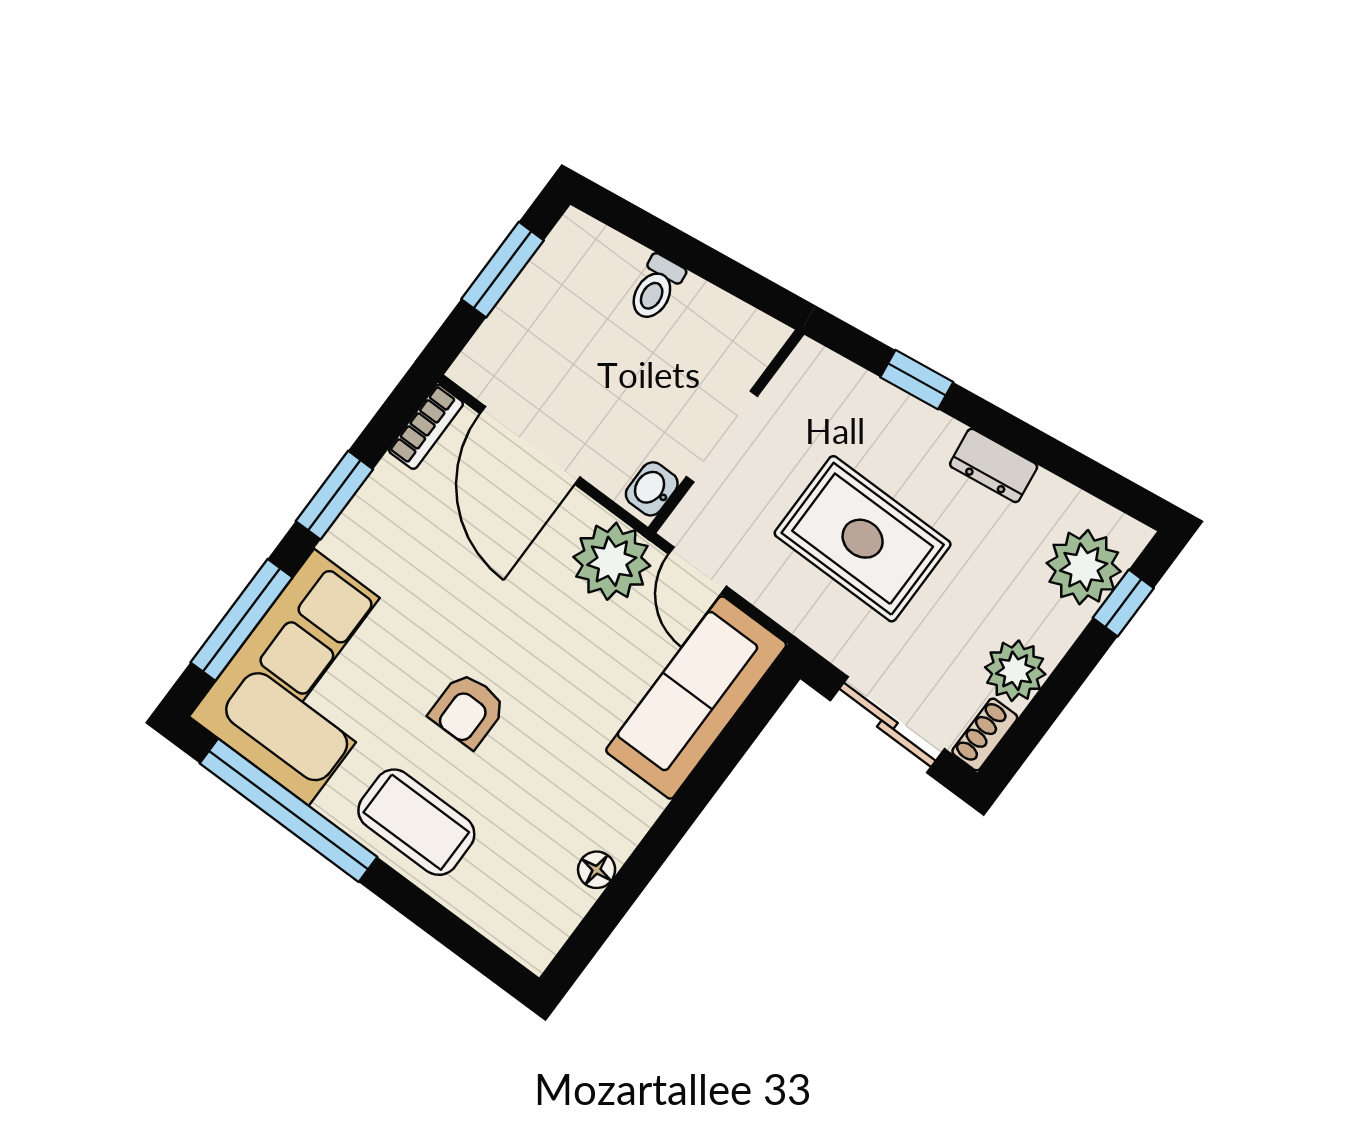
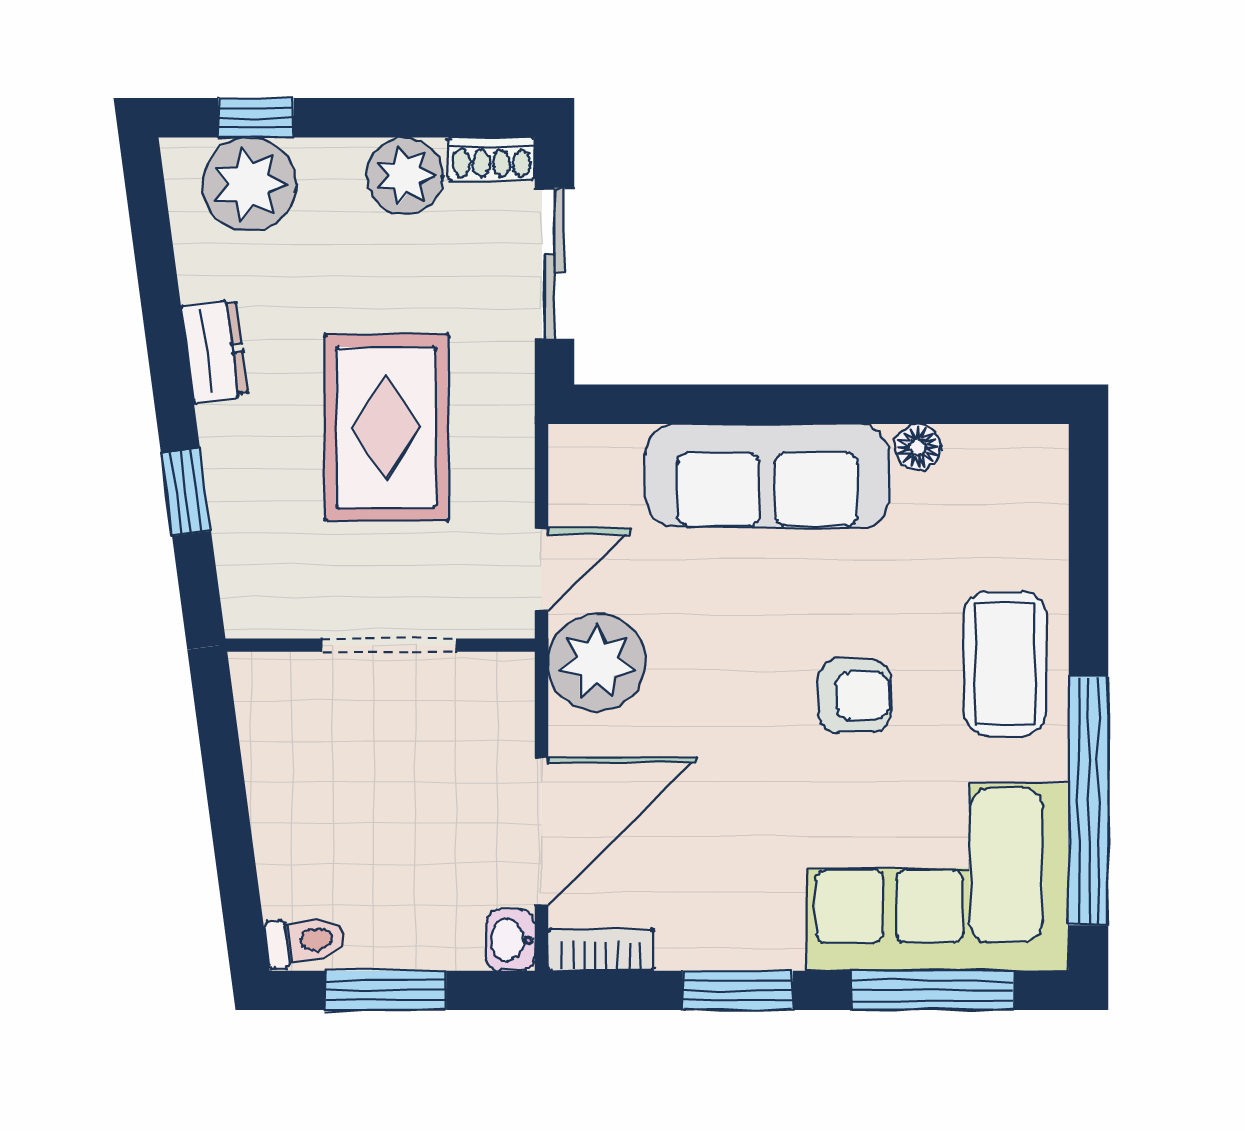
toilet: (656, 288) -> (305, 941), moved
washbasin: (652, 489) -> (510, 940), moved, turned 90
sofa: (696, 697) -> (767, 476), moved

